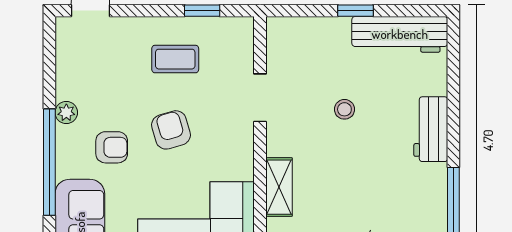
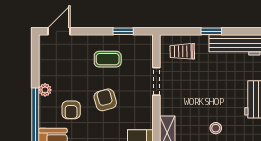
trolley: (305, 46) -> (182, 51), added
stool: (344, 109) -> (216, 128), moved
armchair: (112, 147) -> (71, 110), turned 90

